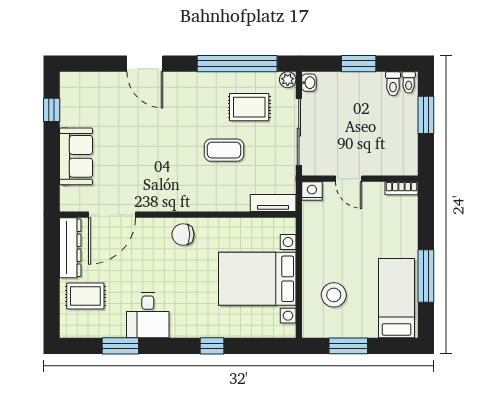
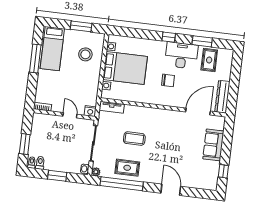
rug: (249, 107) -> (127, 168), moved
chair: (183, 235) -> (168, 80), moved
rug: (85, 296) -> (209, 60), moved, turned 90
desk: (148, 315) -> (181, 55), width x1.37
window: (212, 346) -> (169, 37), moved

